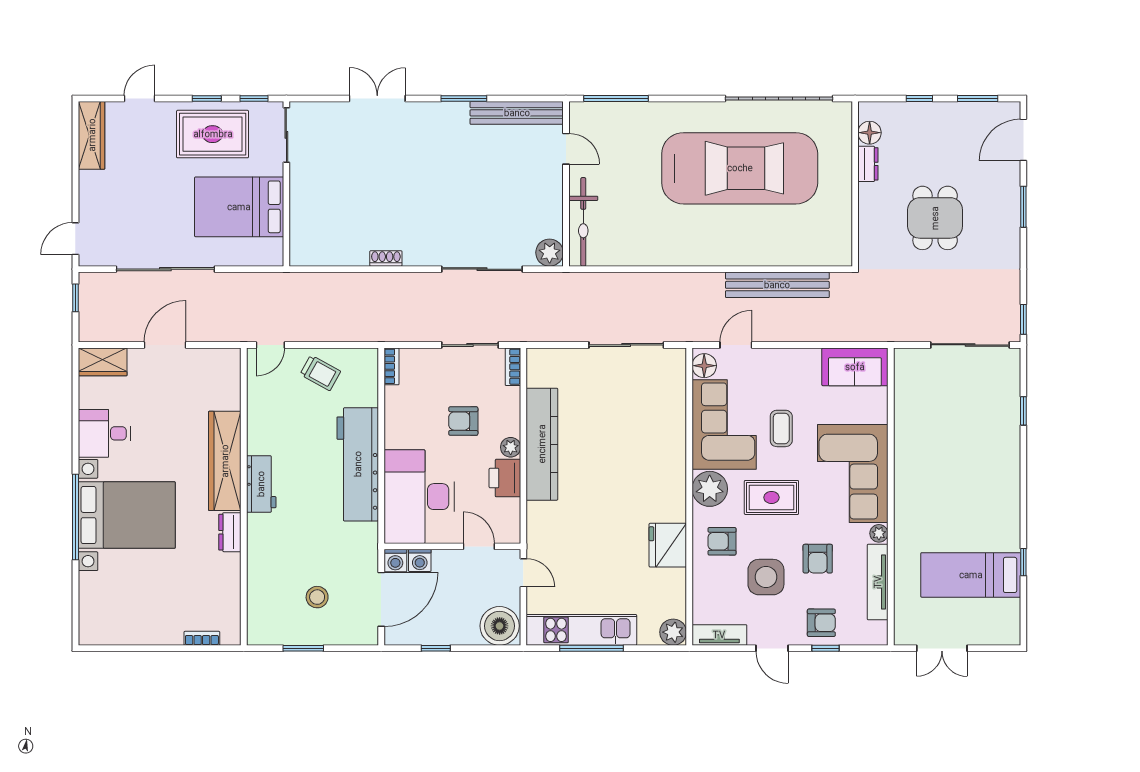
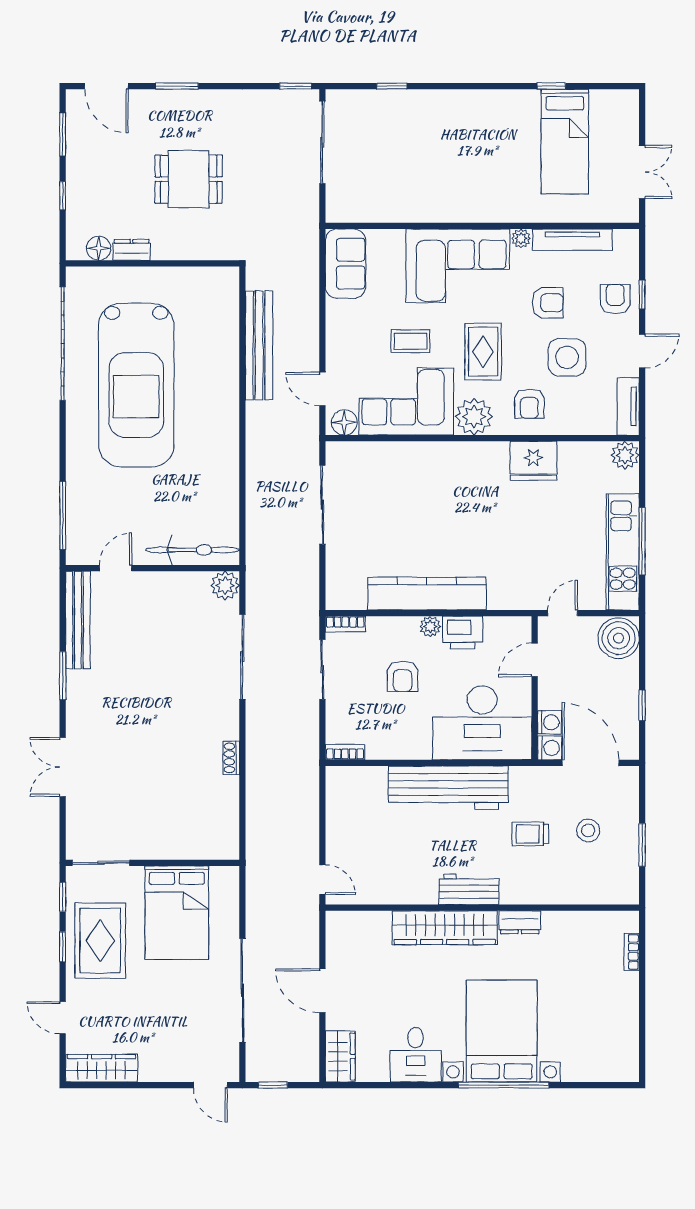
car: (740, 168) -> (136, 385), turned 180
trolley: (320, 373) -> (530, 834), moved, turned -119

